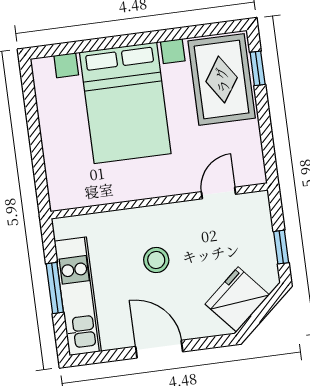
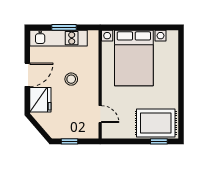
bed with nightstands: (125, 103) -> (134, 58), moved, turned -90
fridge: (237, 299) -> (40, 100), moved, turned 41

